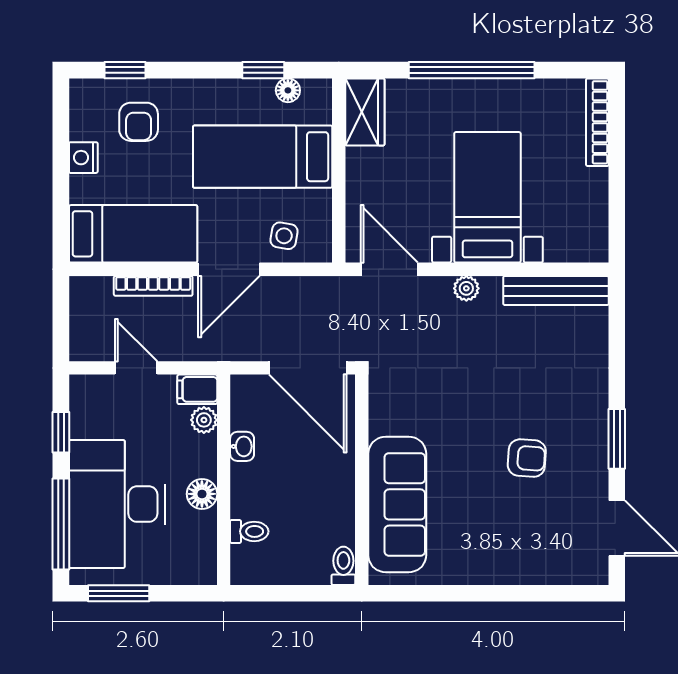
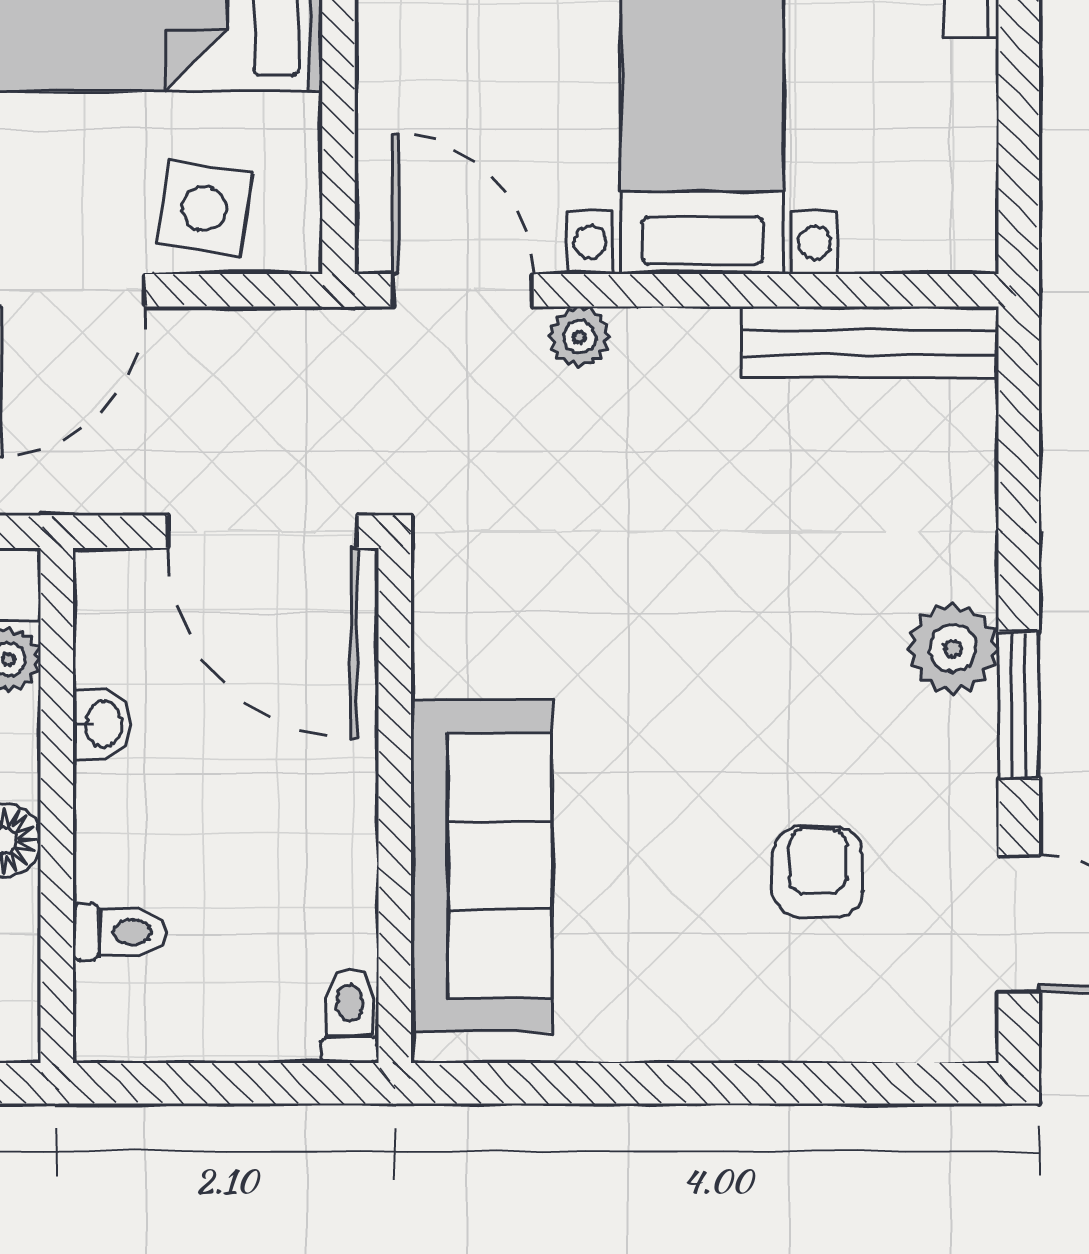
side table: (284, 236) -> (204, 208), width x1.37, depth x1.37
plant: (466, 288) -> (579, 337), moved
plant: (590, 416) -> (953, 648), added
armchair: (527, 458) -> (818, 872), moved, turned -94

